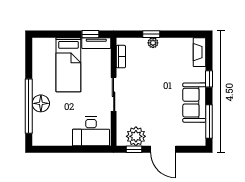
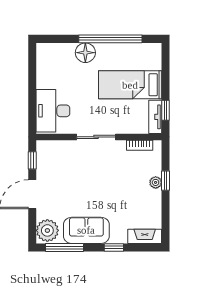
window: (29, 106) -> (110, 39), moved
plant: (136, 136) -> (47, 230), moved

